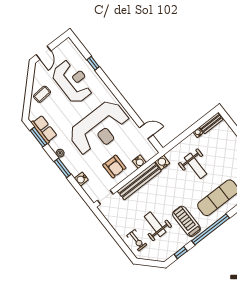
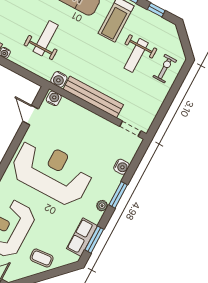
water cooler: (139, 162) -> (54, 98), moved
armchair: (114, 167) -> (89, 134), removed

